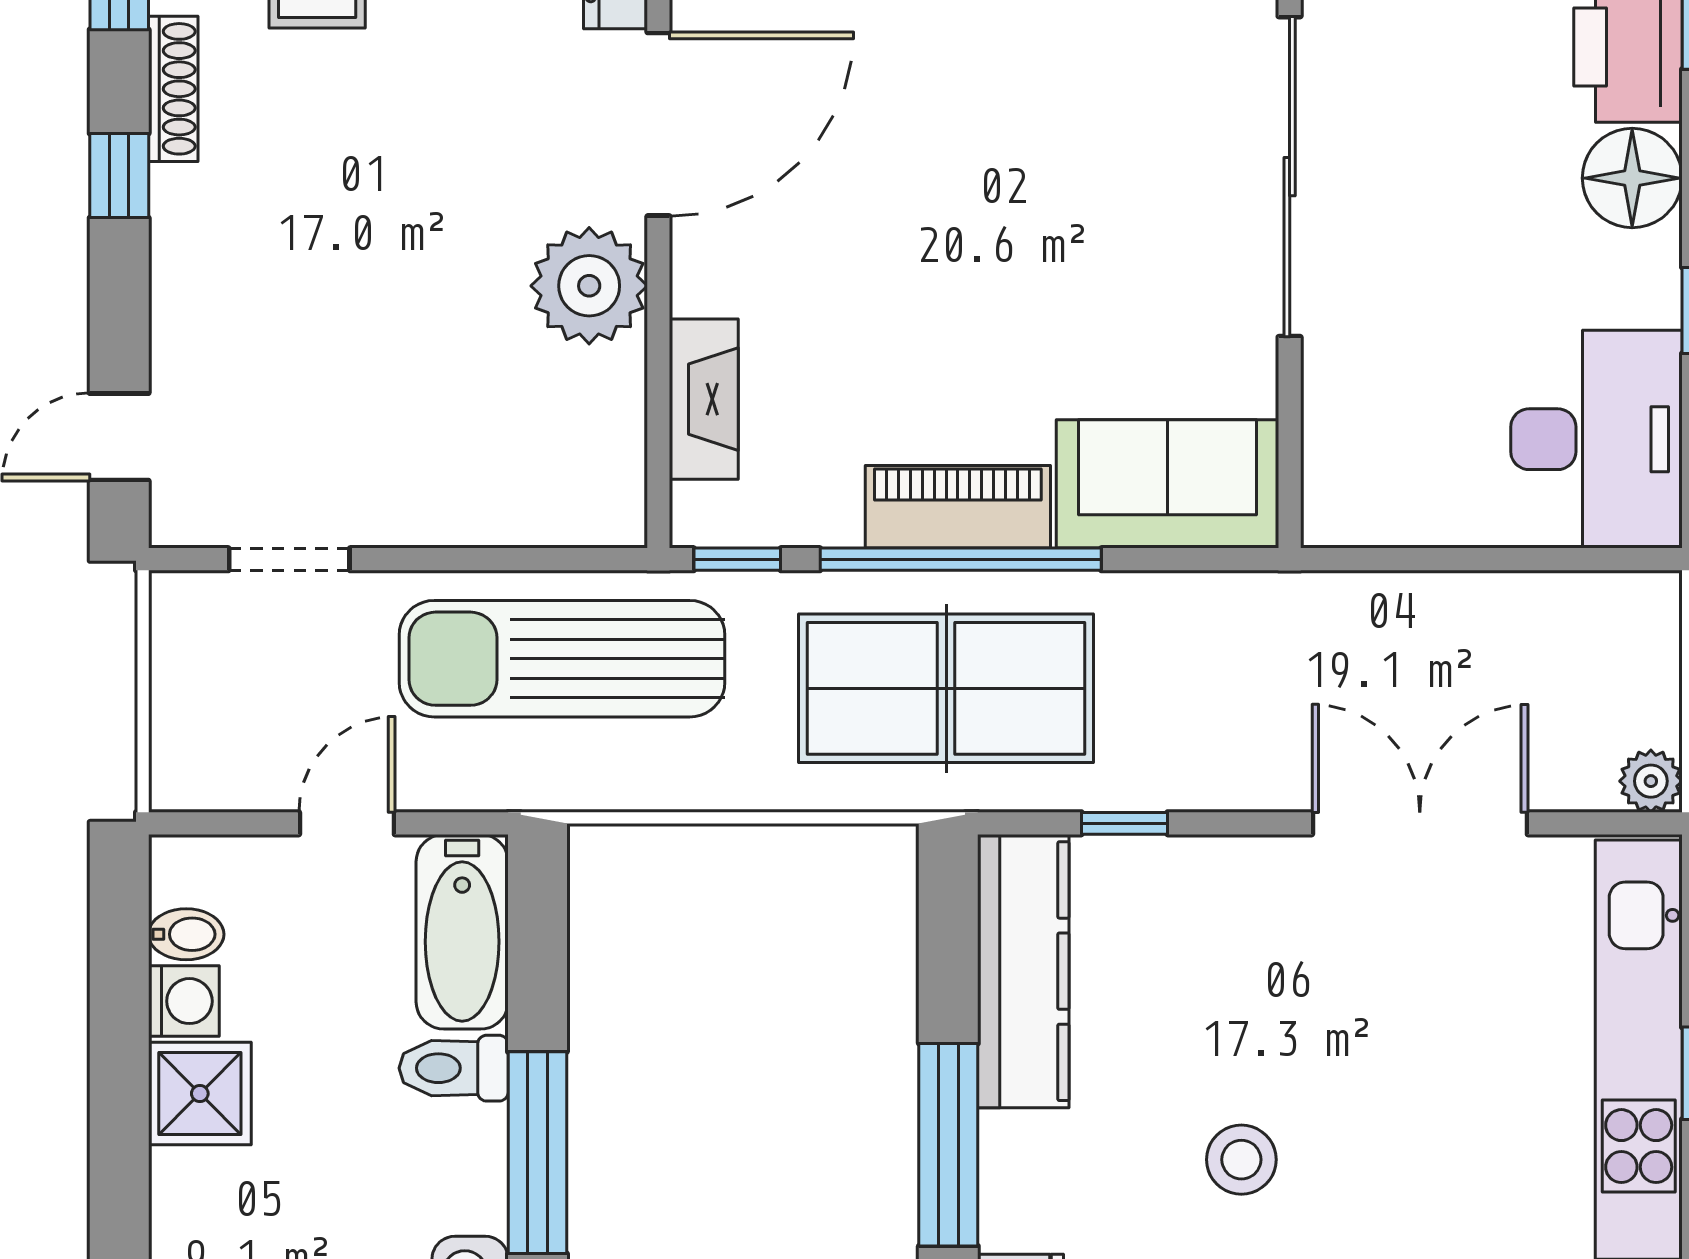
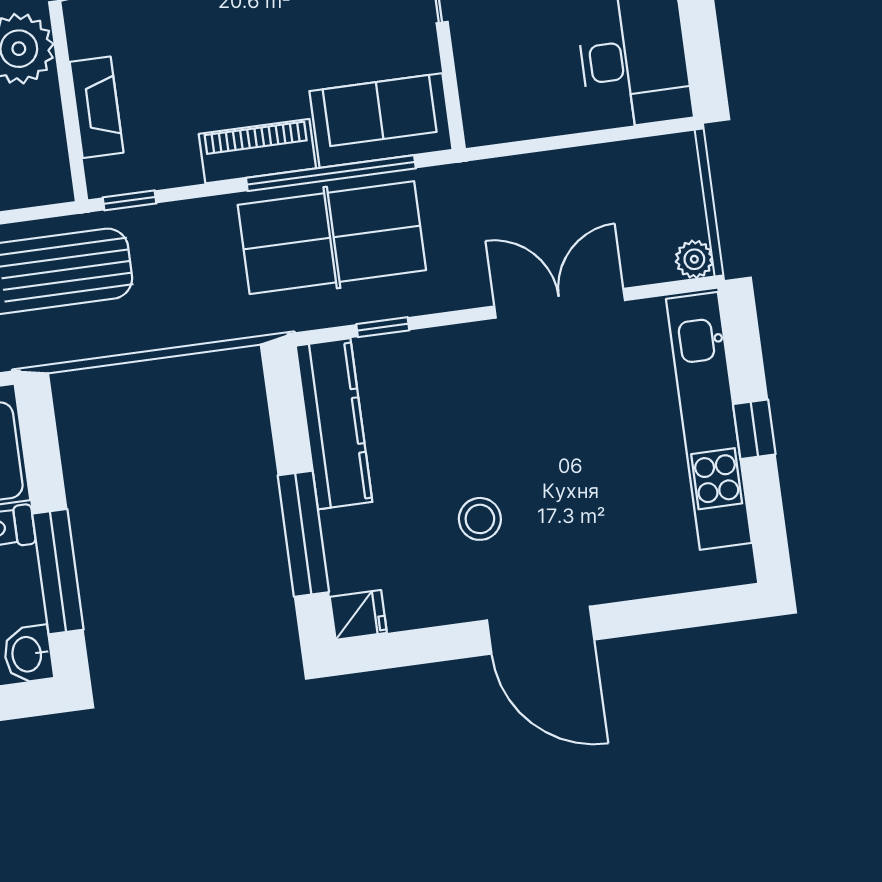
window: (961, 559) -> (331, 173), moved
table tennis table: (946, 688) -> (332, 238), moved

